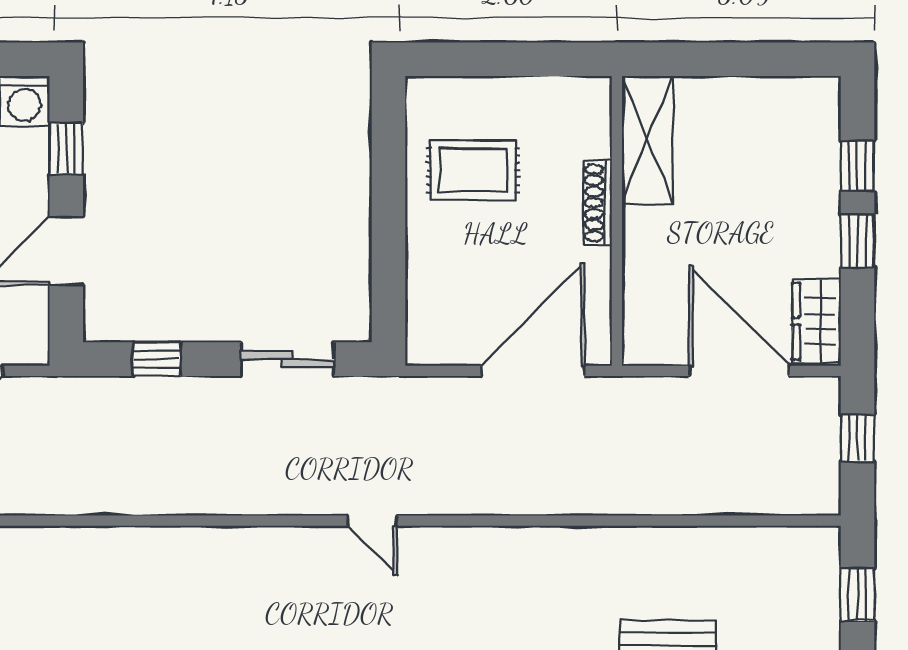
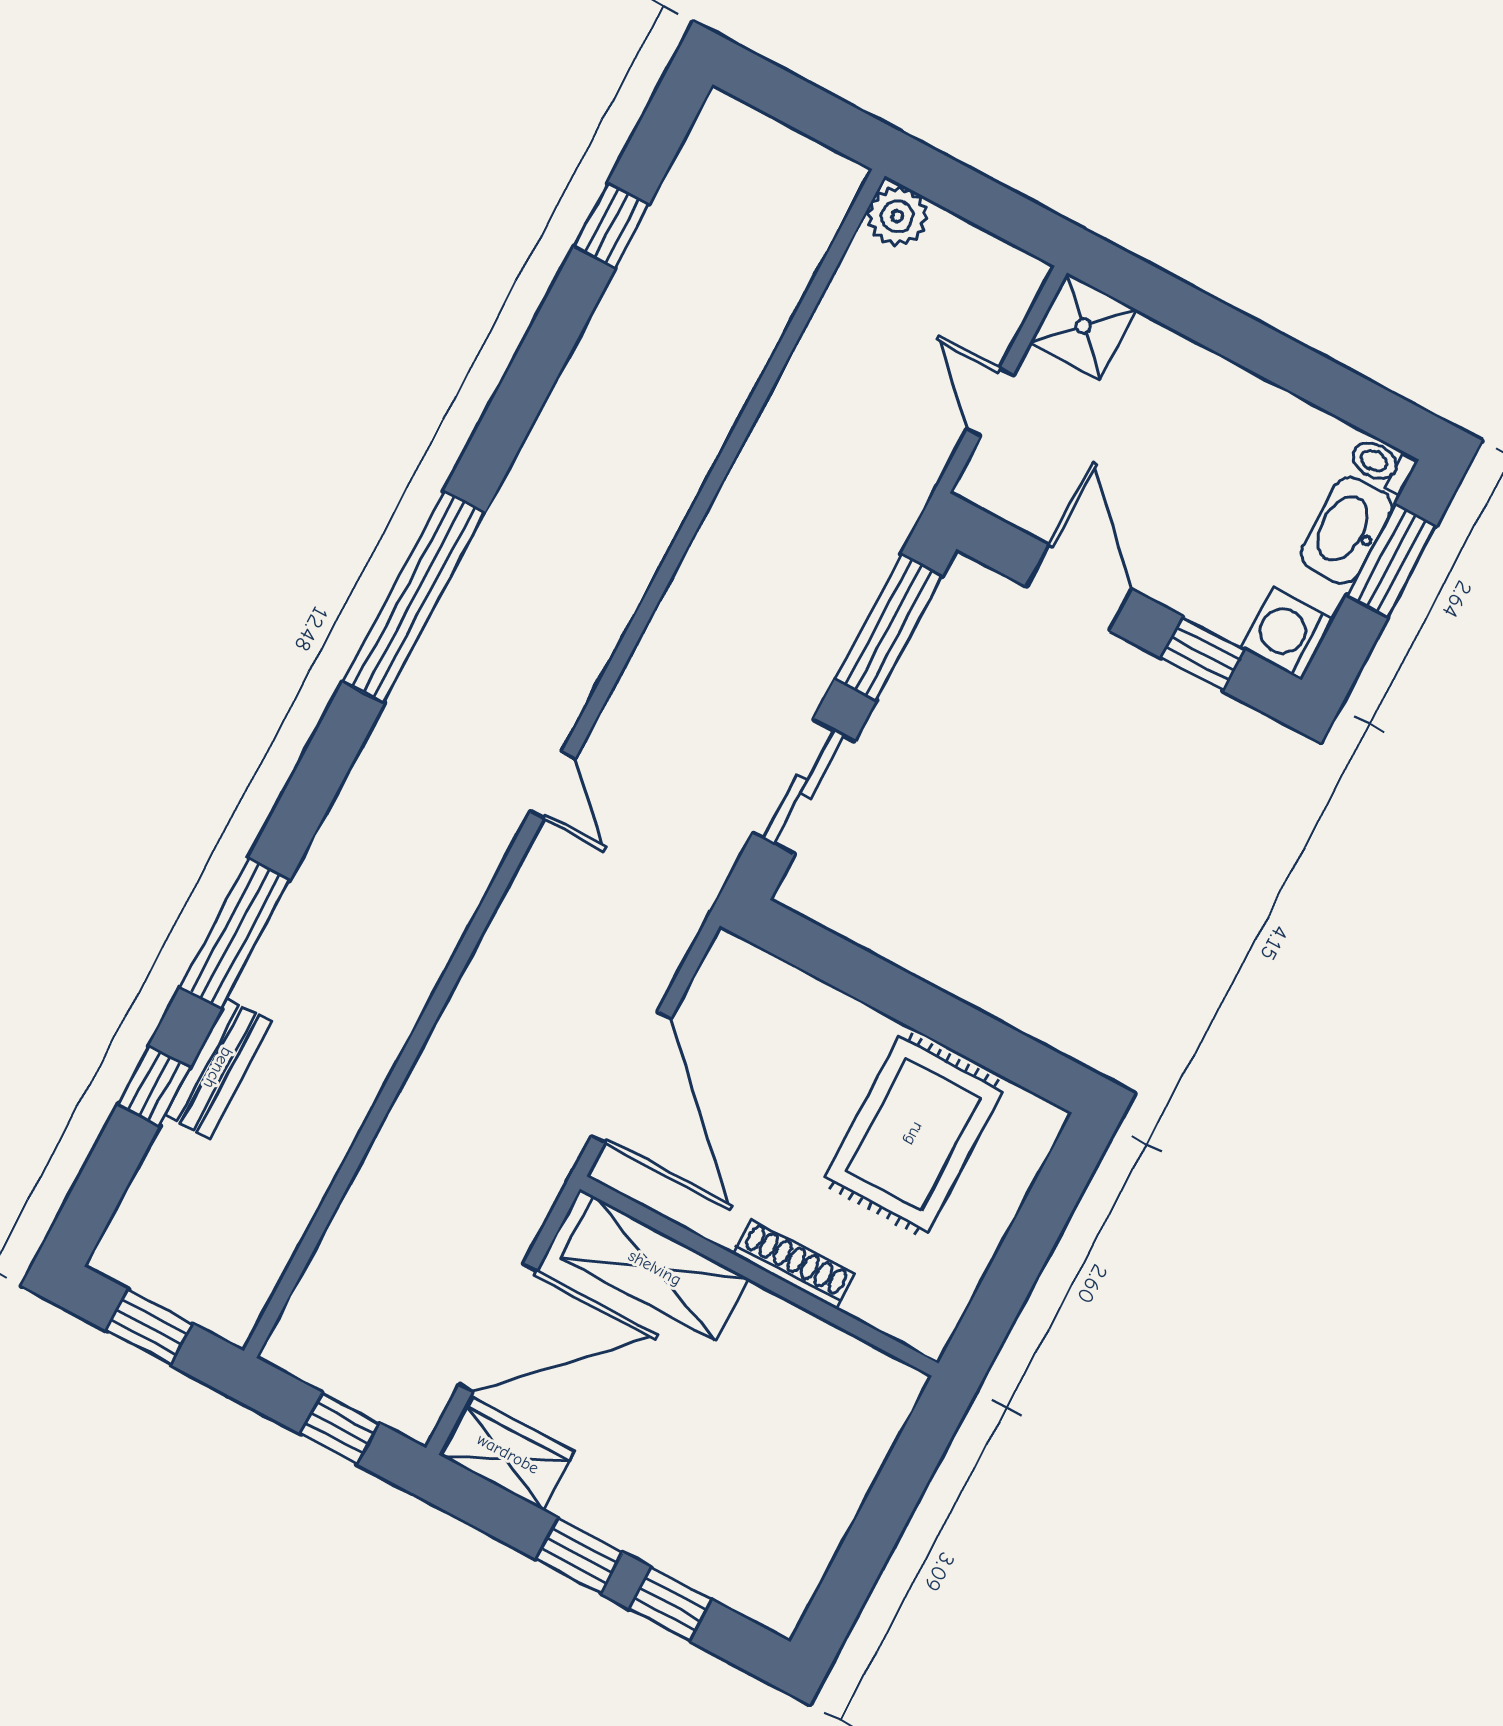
shelving: (647, 140) -> (655, 1268), moved
rug: (473, 170) -> (914, 1134), width x1.36, depth x1.43
window: (157, 359) -> (889, 628), width x2.17
door: (372, 521) -> (553, 785), swing flipped

